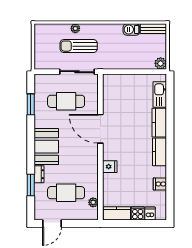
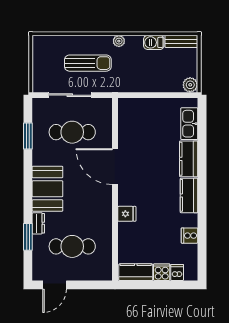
plant: (75, 28) -> (119, 41), moved
sun lounger: (79, 46) -> (88, 63), turned 180
sliding door: (77, 72) -> (70, 95), moved
plant: (93, 202) -> (106, 258), removed

